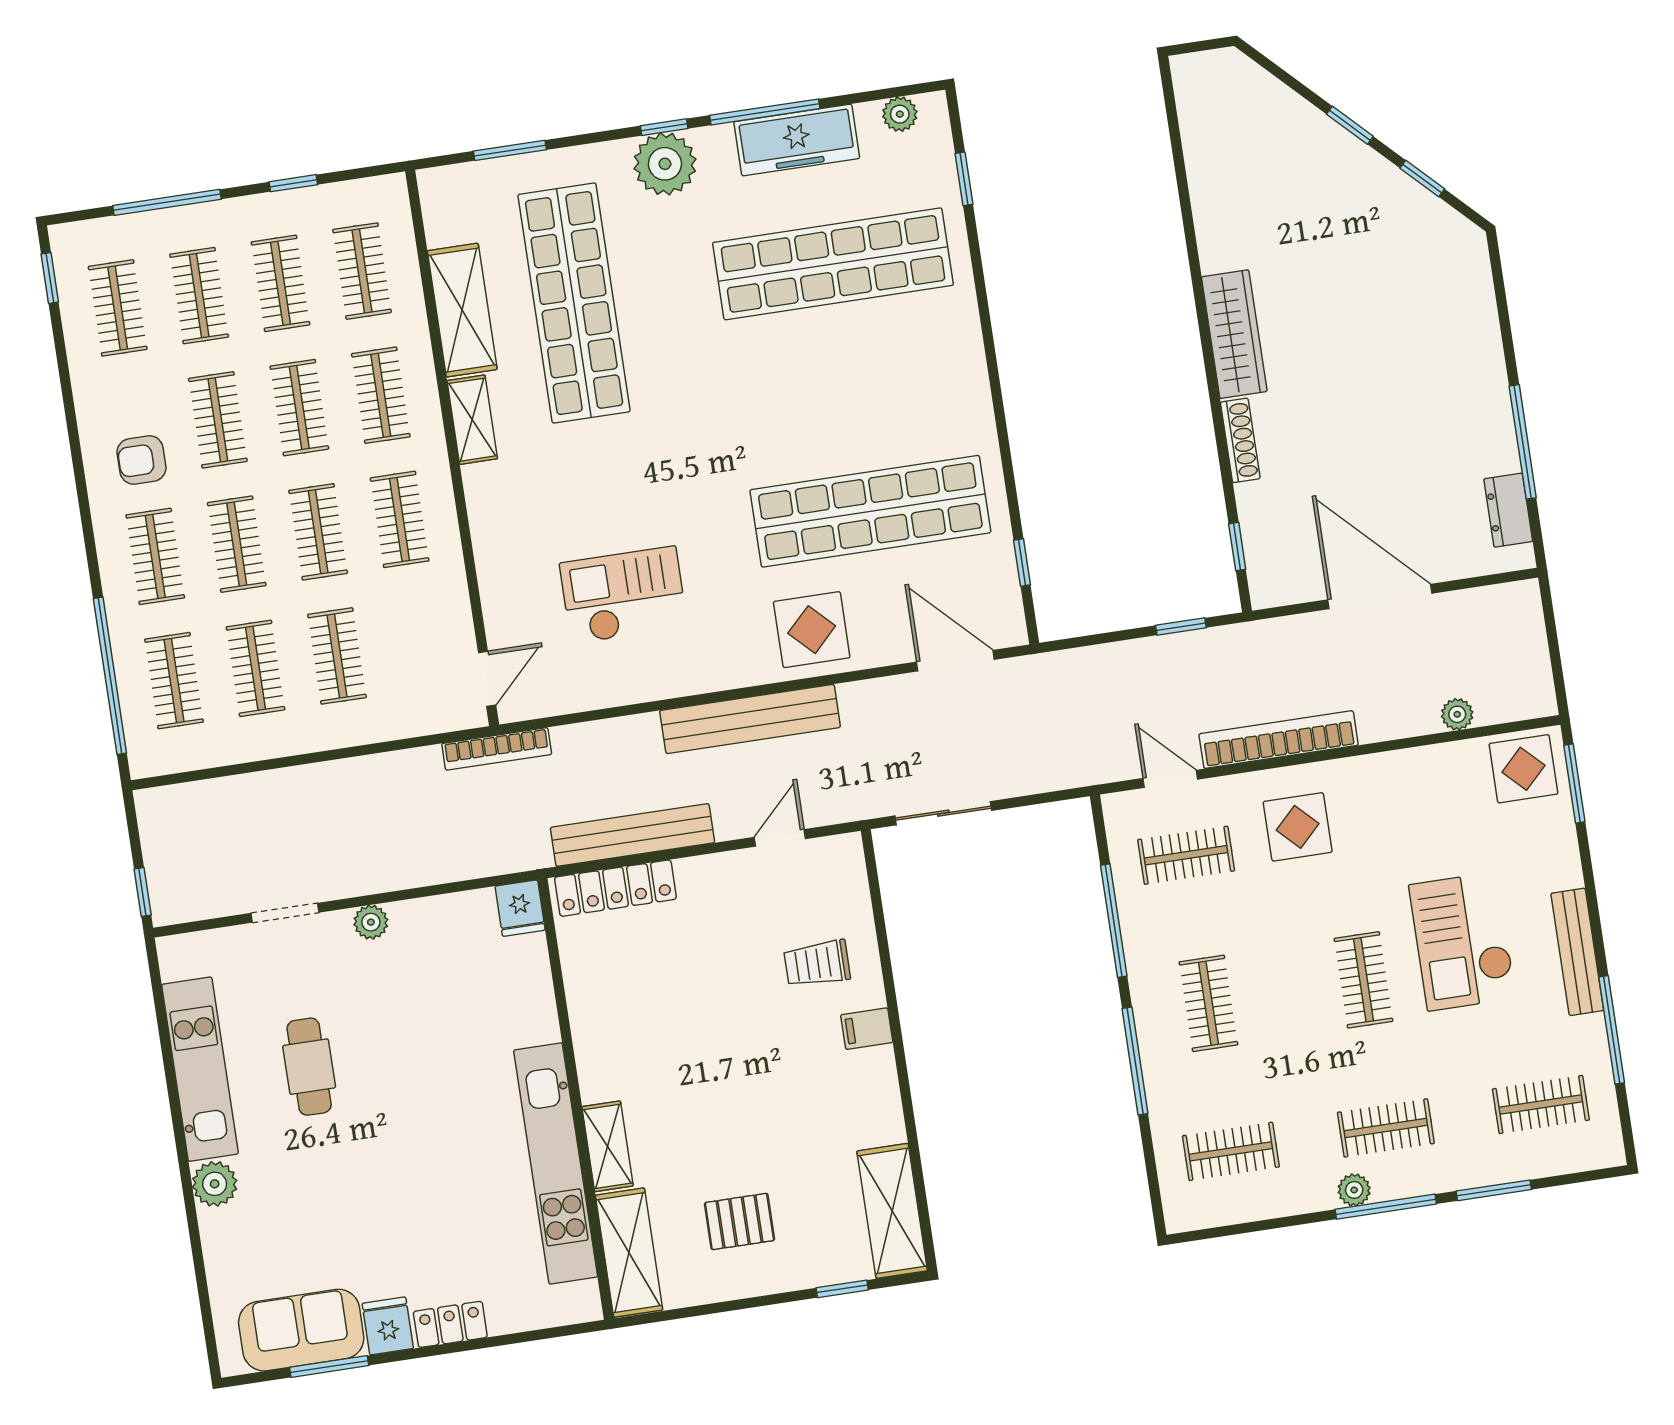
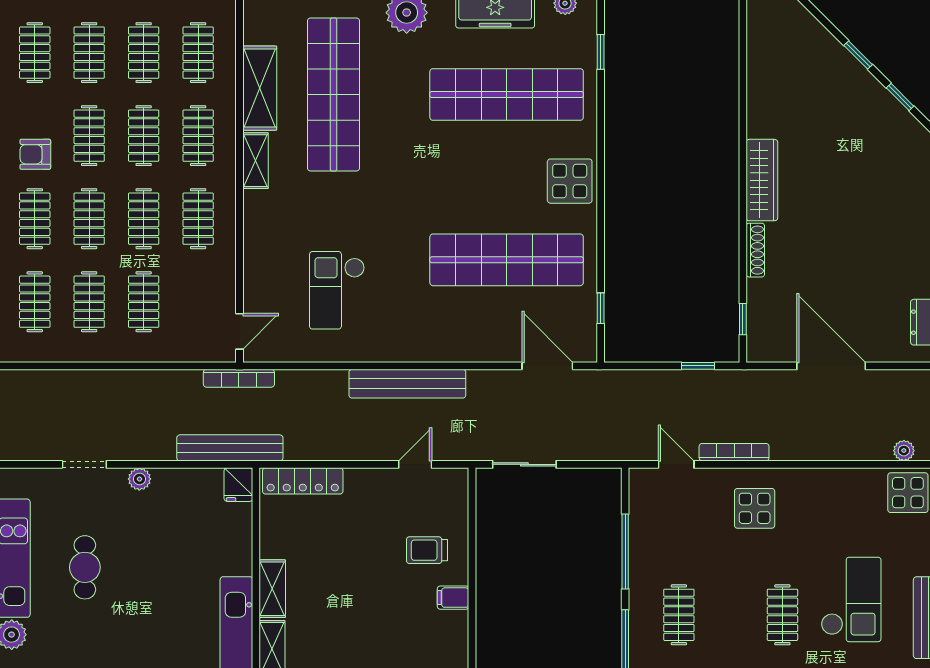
checkout: (624, 595) -> (337, 290), turned -90
display table: (812, 630) -> (570, 181), moved
plant: (1457, 714) -> (904, 451), moved
bookcase: (1279, 740) -> (734, 452), width x0.68, depth x0.76
bench: (632, 835) -> (230, 448), moved
clothes rail: (1186, 855) -> (679, 516), removed
checkout: (1463, 941) -> (851, 599), turned 180
shelving: (594, 1056) -> (272, 589), added

